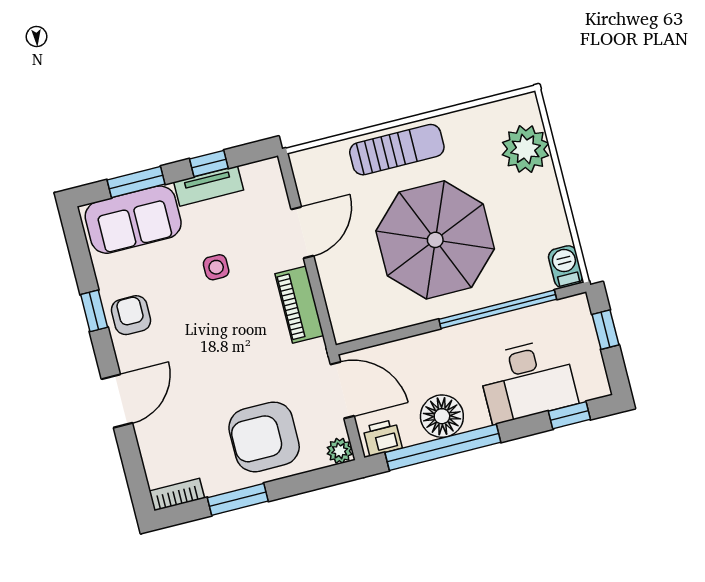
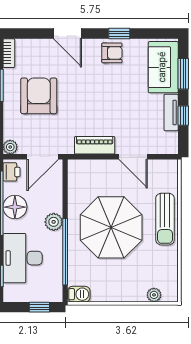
plant: (526, 149) -> (154, 295), width x0.53, depth x0.53
side table: (216, 267) -> (126, 105), removed
plant: (451, 342) -> (54, 222), added
armchair: (264, 437) -> (39, 96), moved

